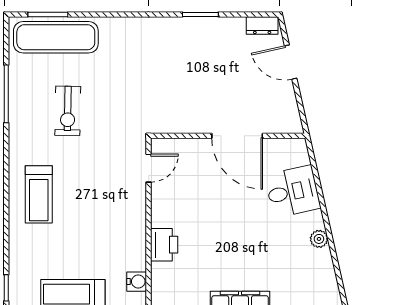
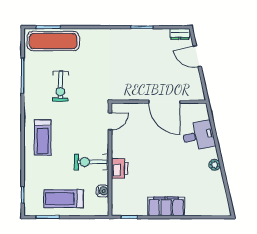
exercise bike: (117, 234) -> (91, 162), added

